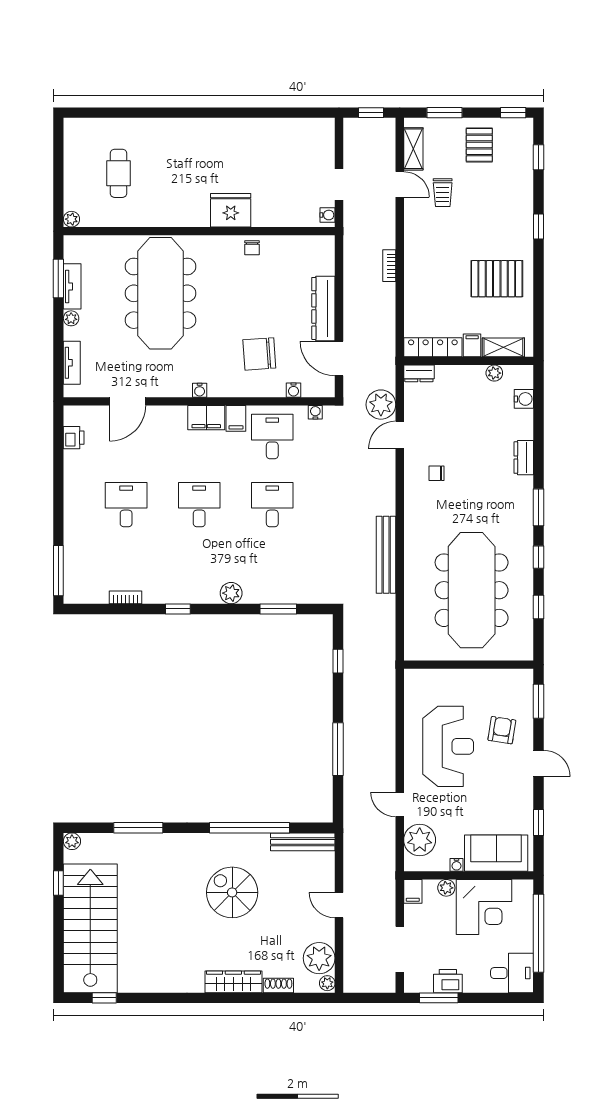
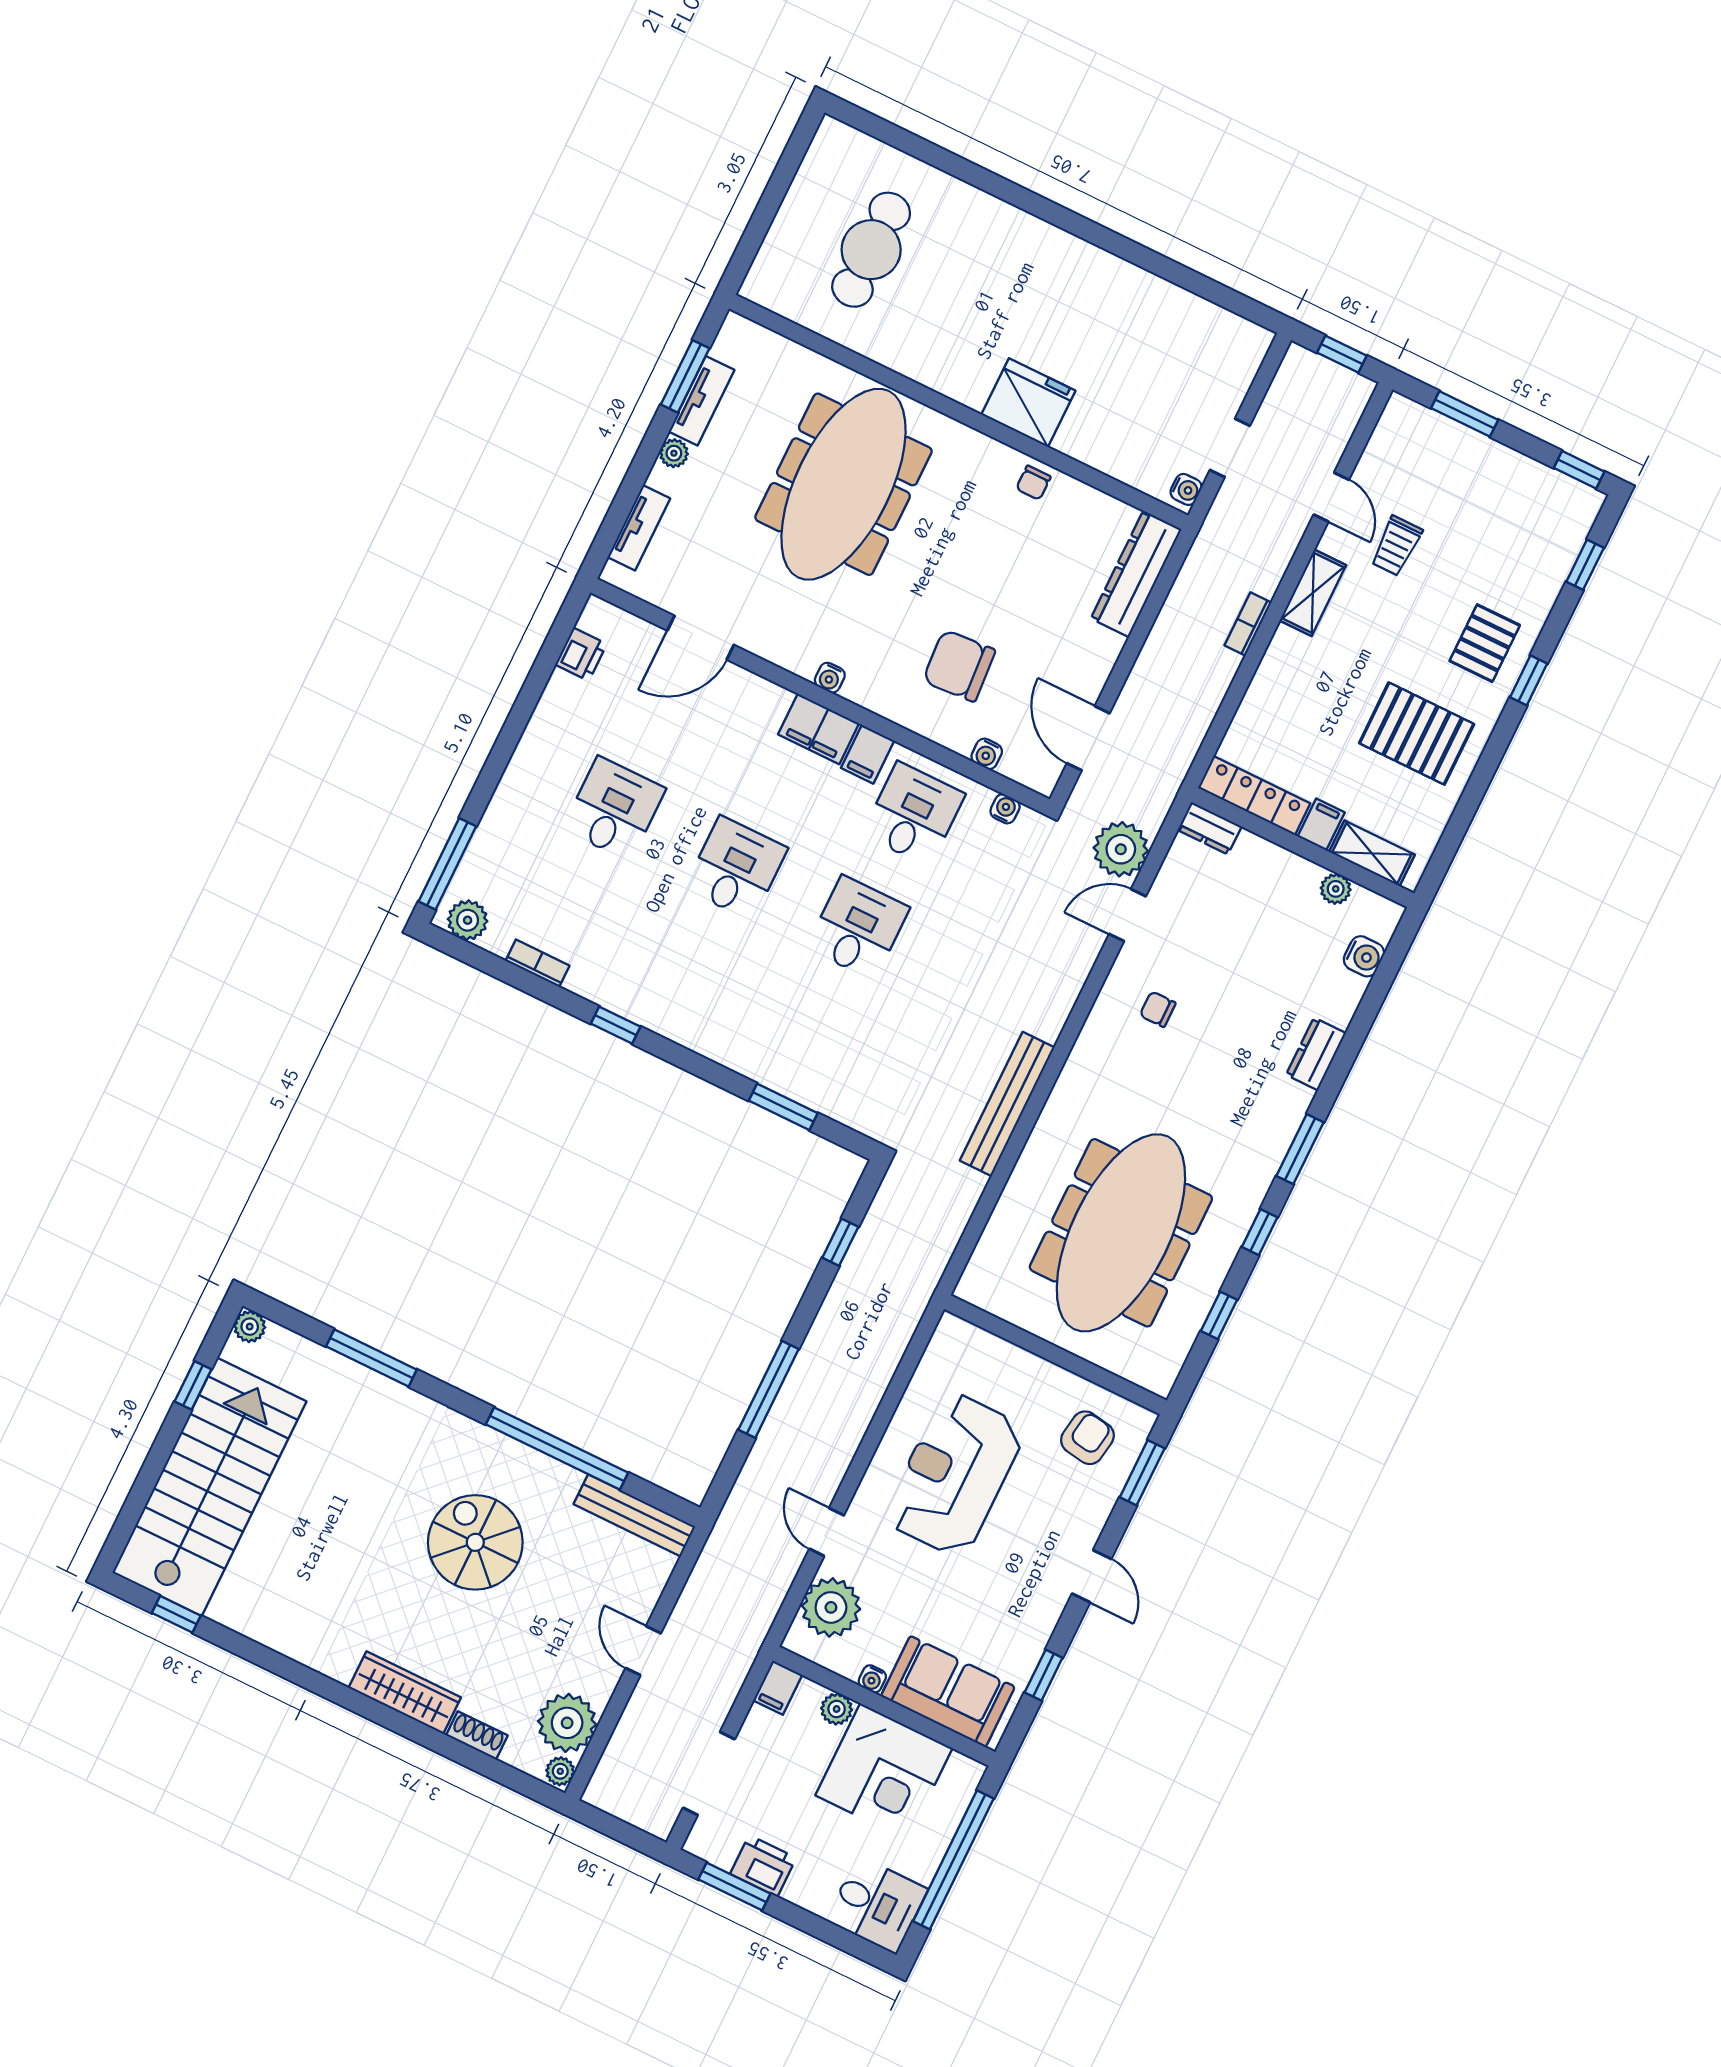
pallet: (479, 145) -> (1485, 643), moved
shelving: (413, 149) -> (1313, 593), moved
cafe table: (118, 173) -> (871, 250), width x1.37, depth x1.35
plant: (71, 219) -> (755, 288), removed
dresser: (323, 308) -> (1136, 574), moved
plant: (231, 593) -> (468, 920), moved
armchair: (502, 730) -> (1087, 1438), moved
reception desk: (448, 746) -> (955, 1474), turned 180

